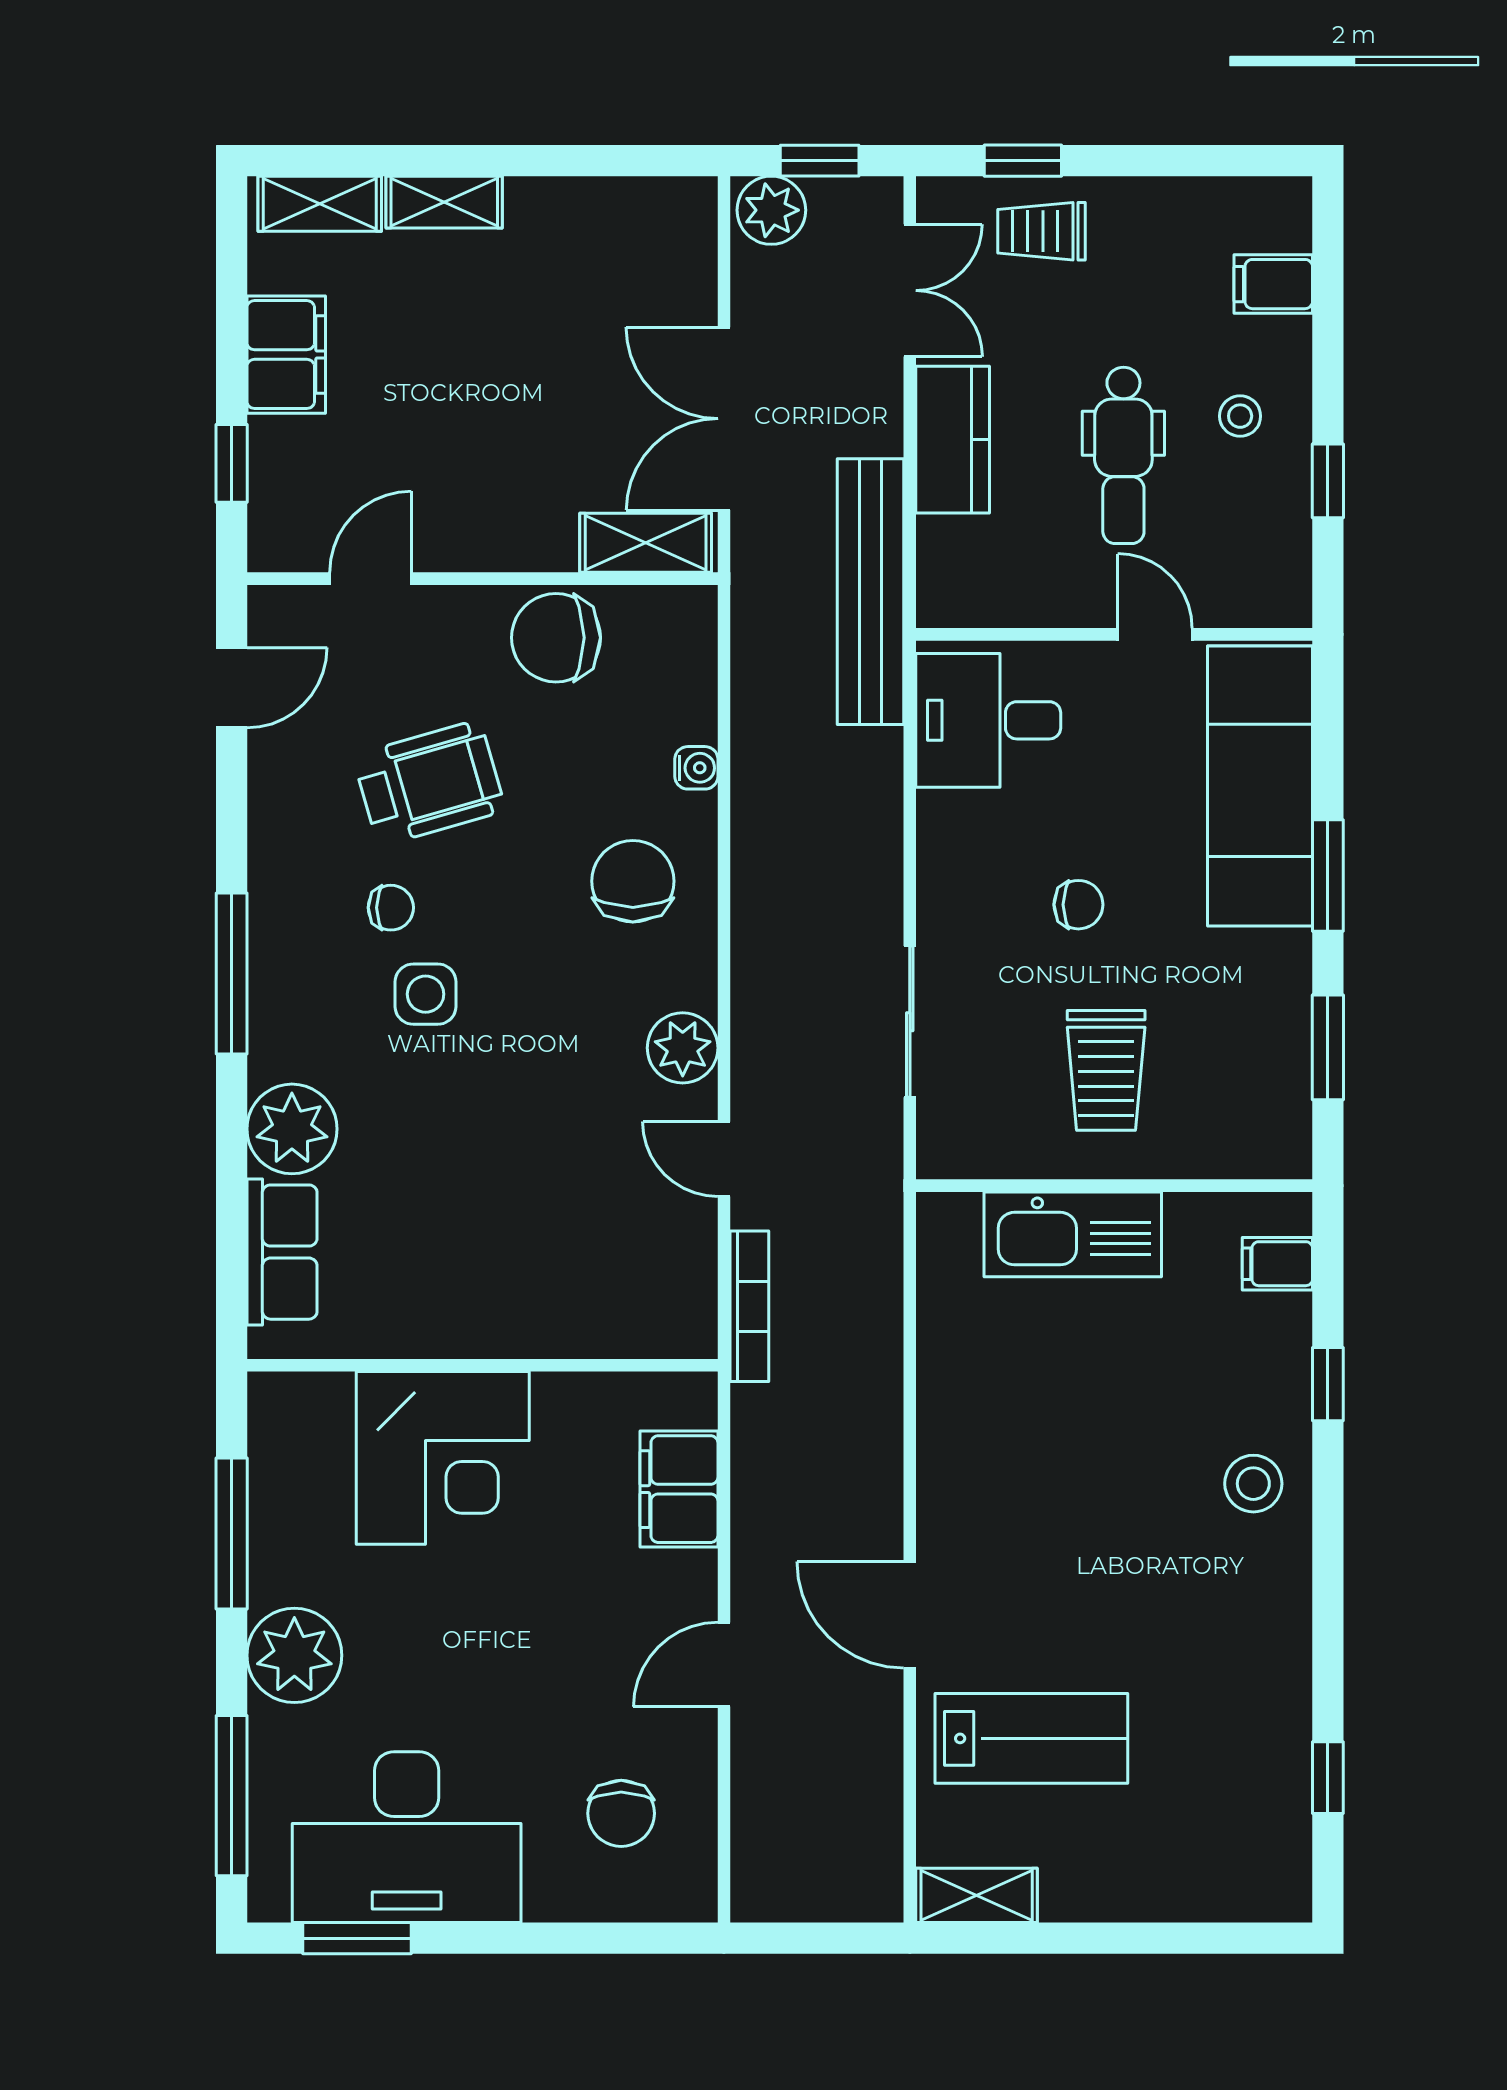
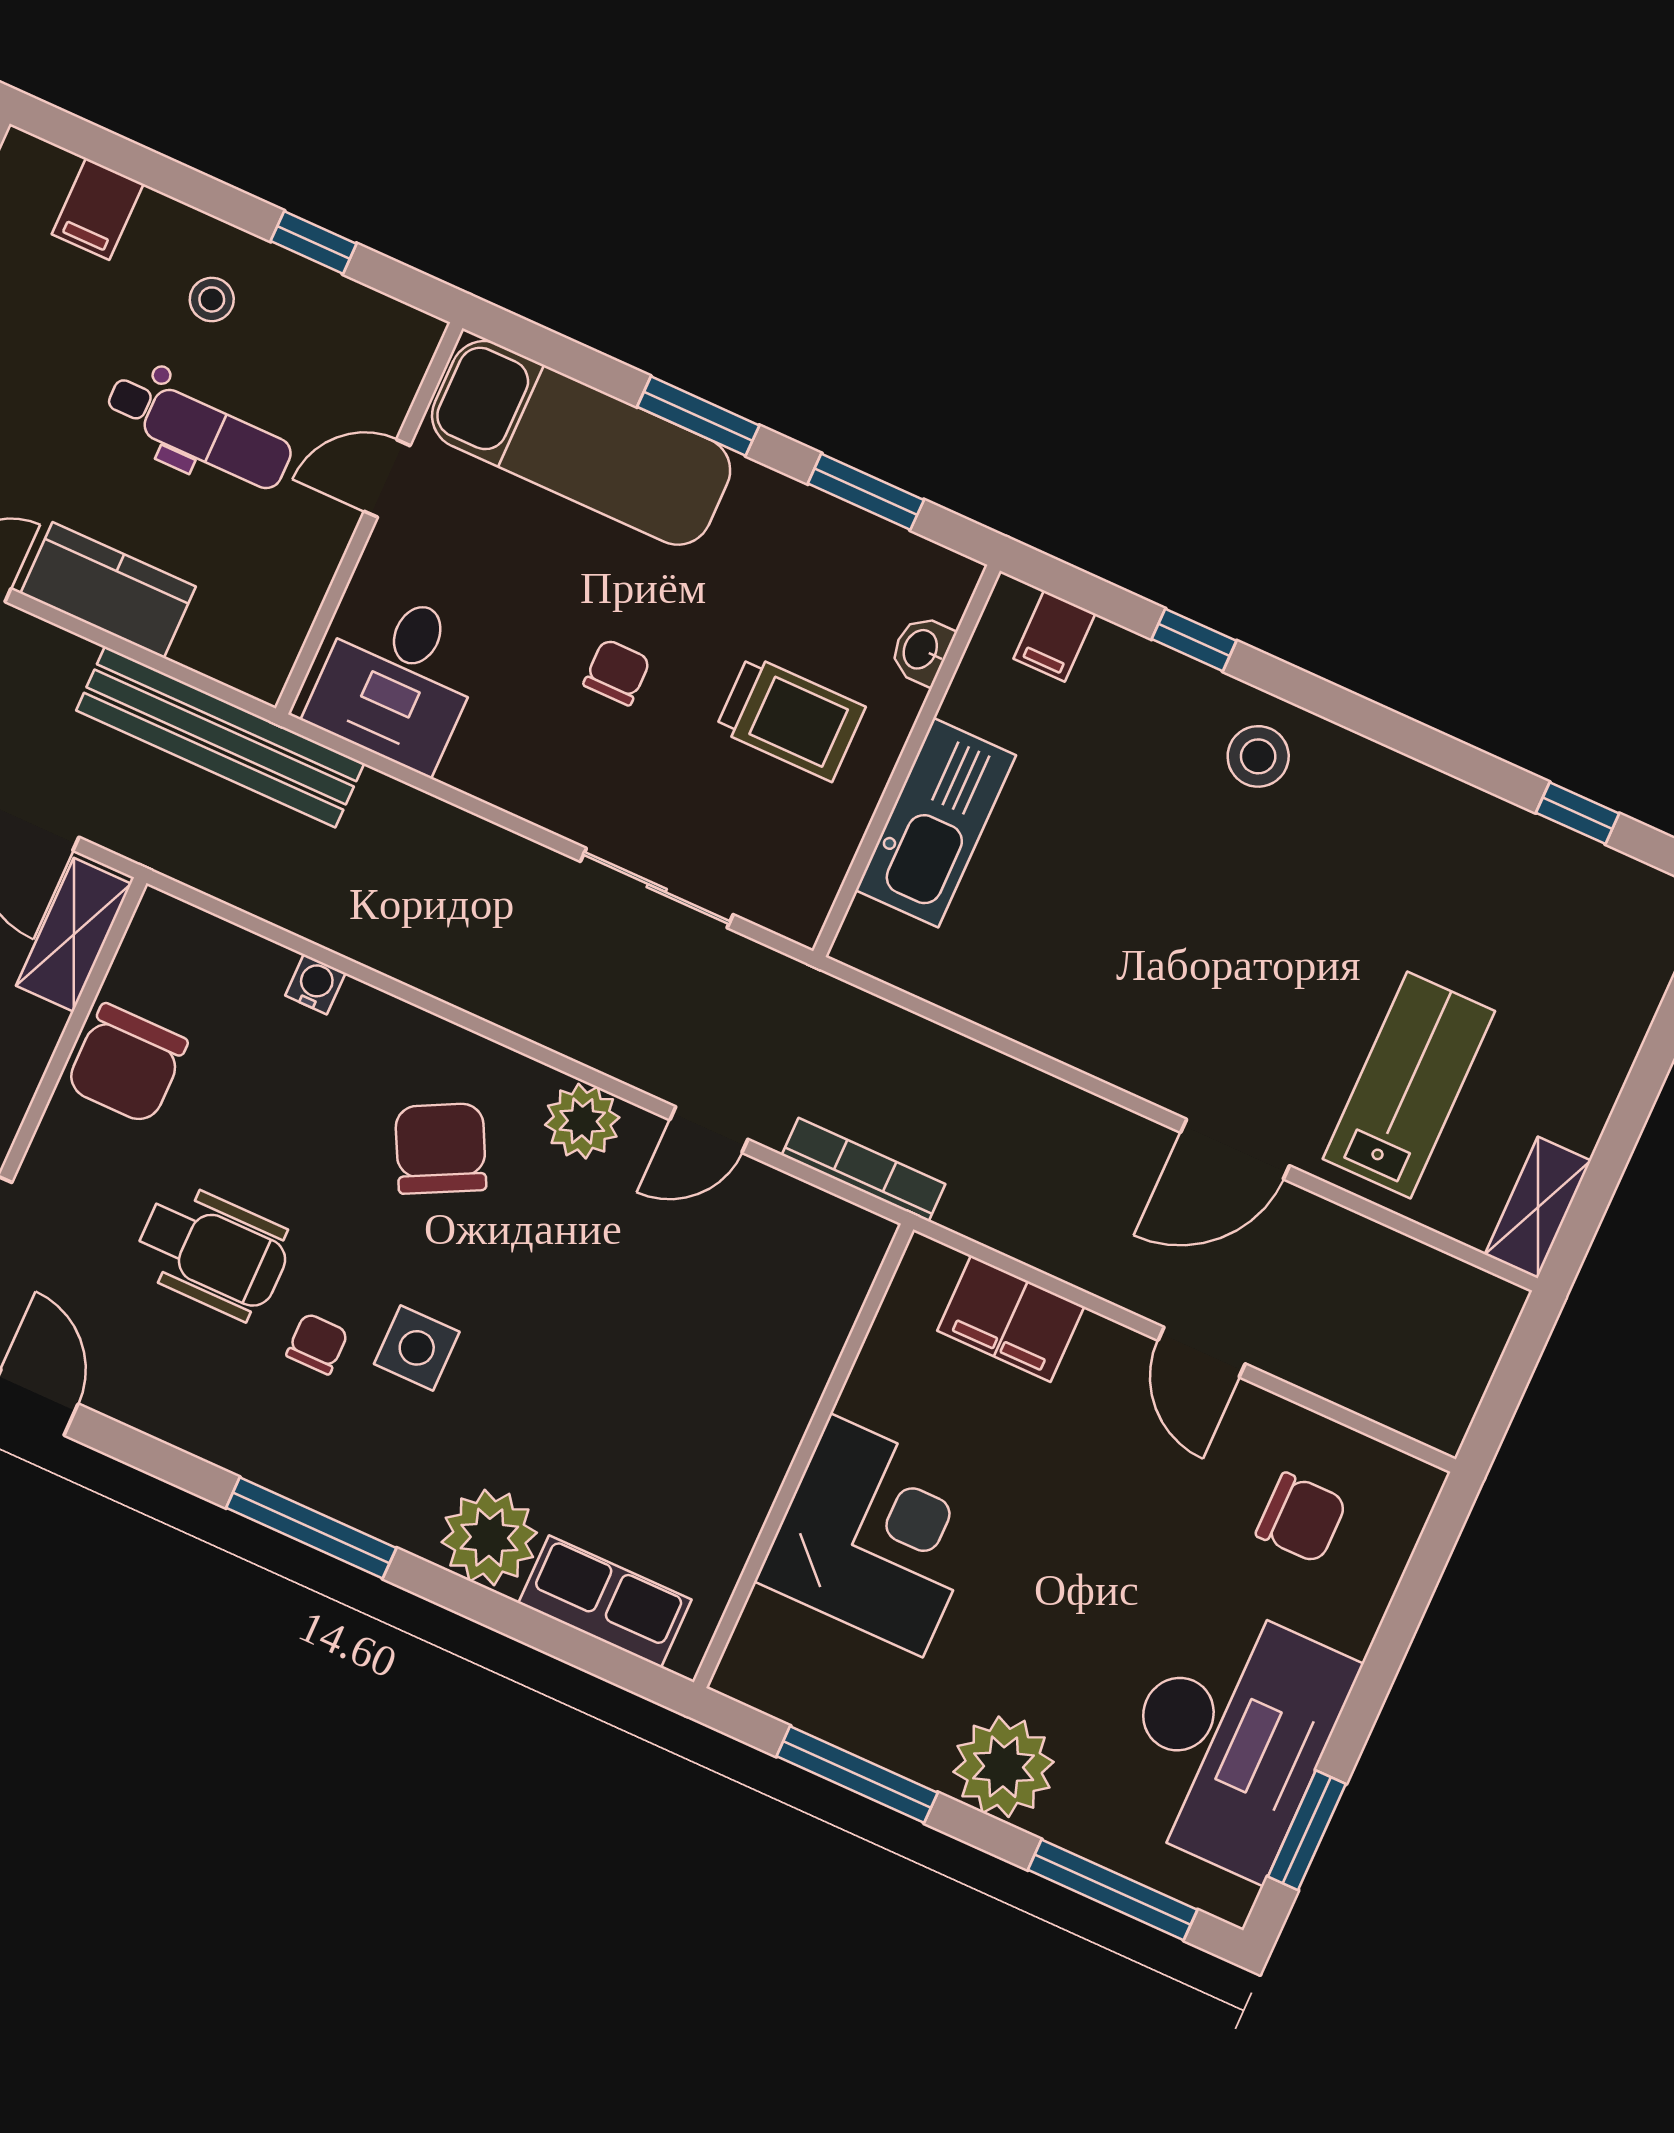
wheelchair: (429, 783) -> (213, 1251), turned 106
chair: (633, 881) -> (441, 1148), moved, turned 63
washbasin: (1215, 1156) -> (922, 650), added

